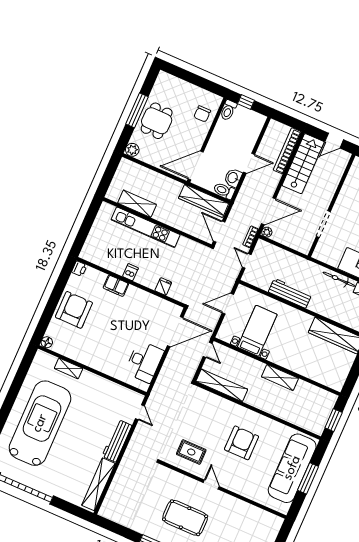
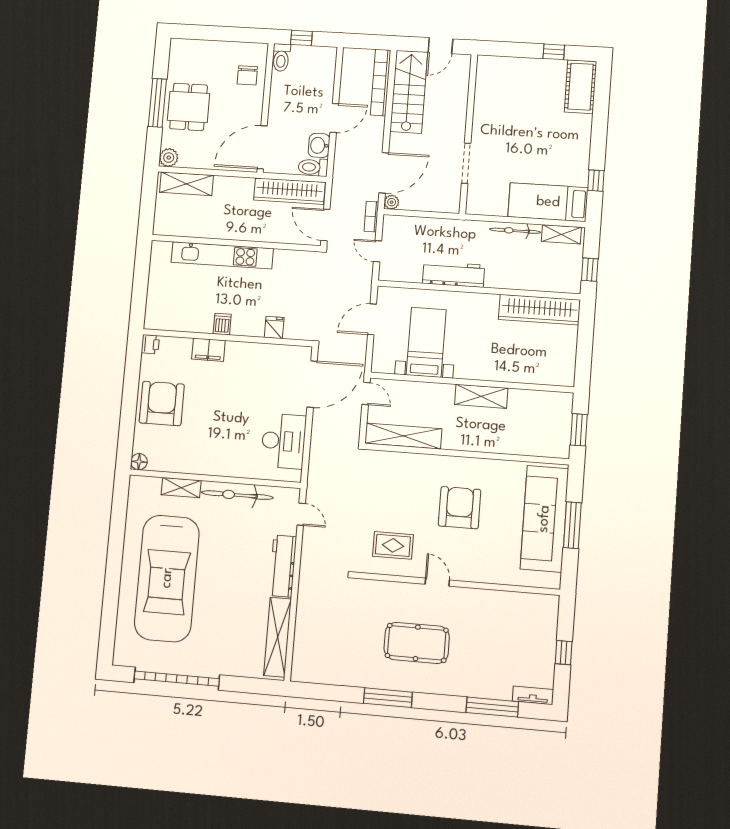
shelving: (137, 204) -> (186, 184), moved
bicycle: (103, 386) -> (237, 495), added
car: (40, 423) -> (167, 578), turned 180

